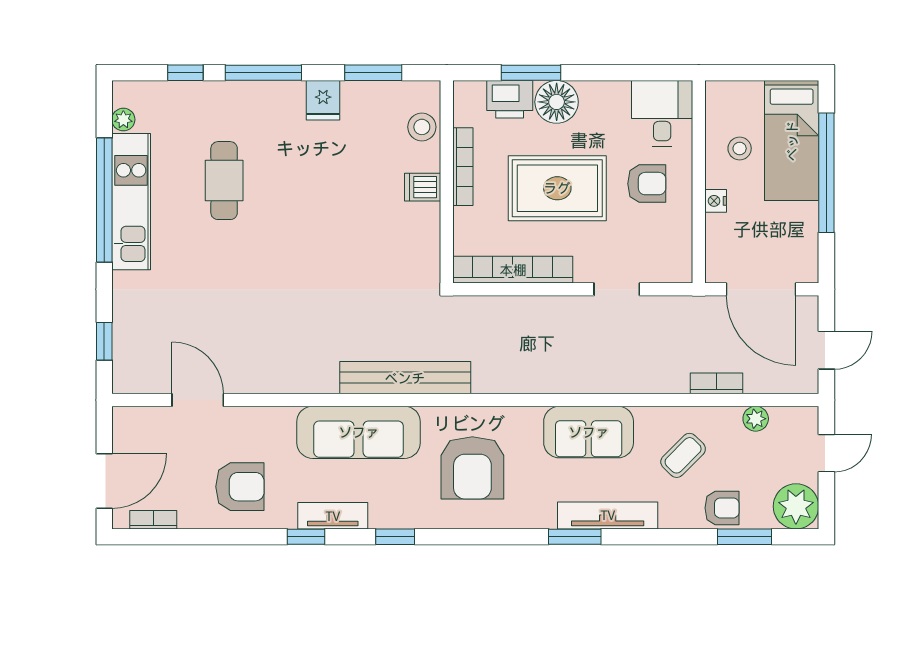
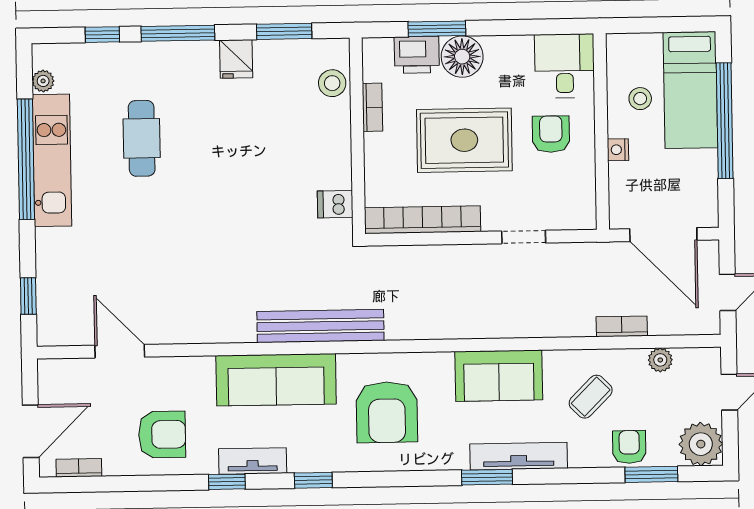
bookcase: (463, 167) -> (372, 107), width x0.64
armchair: (647, 184) -> (551, 134), turned -90
dishwasher: (423, 187) -> (335, 204), moved
armchair: (722, 508) -> (629, 447), turned -90

